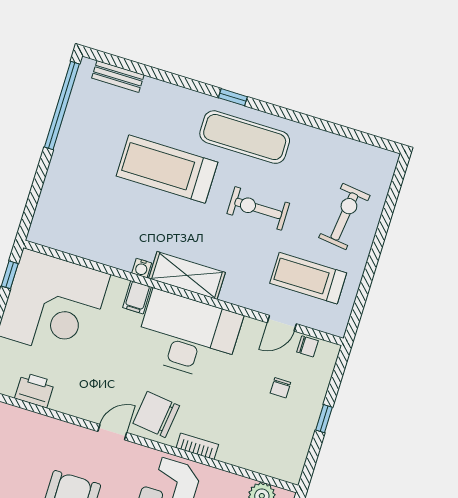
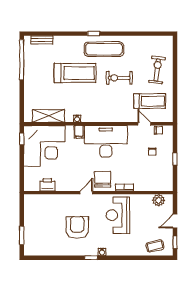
treadmill: (167, 169) -> (75, 73), turned 180
shelving: (187, 275) -> (48, 116), moved
treadmill: (308, 278) -> (150, 101), turned 180
door: (282, 323) -> (144, 124), swing flipped
chair: (156, 414) -> (103, 179), turned 83

